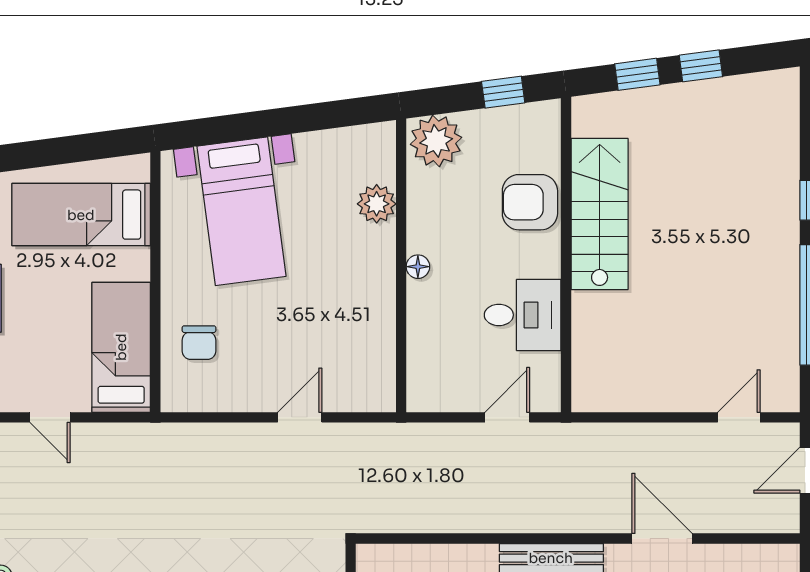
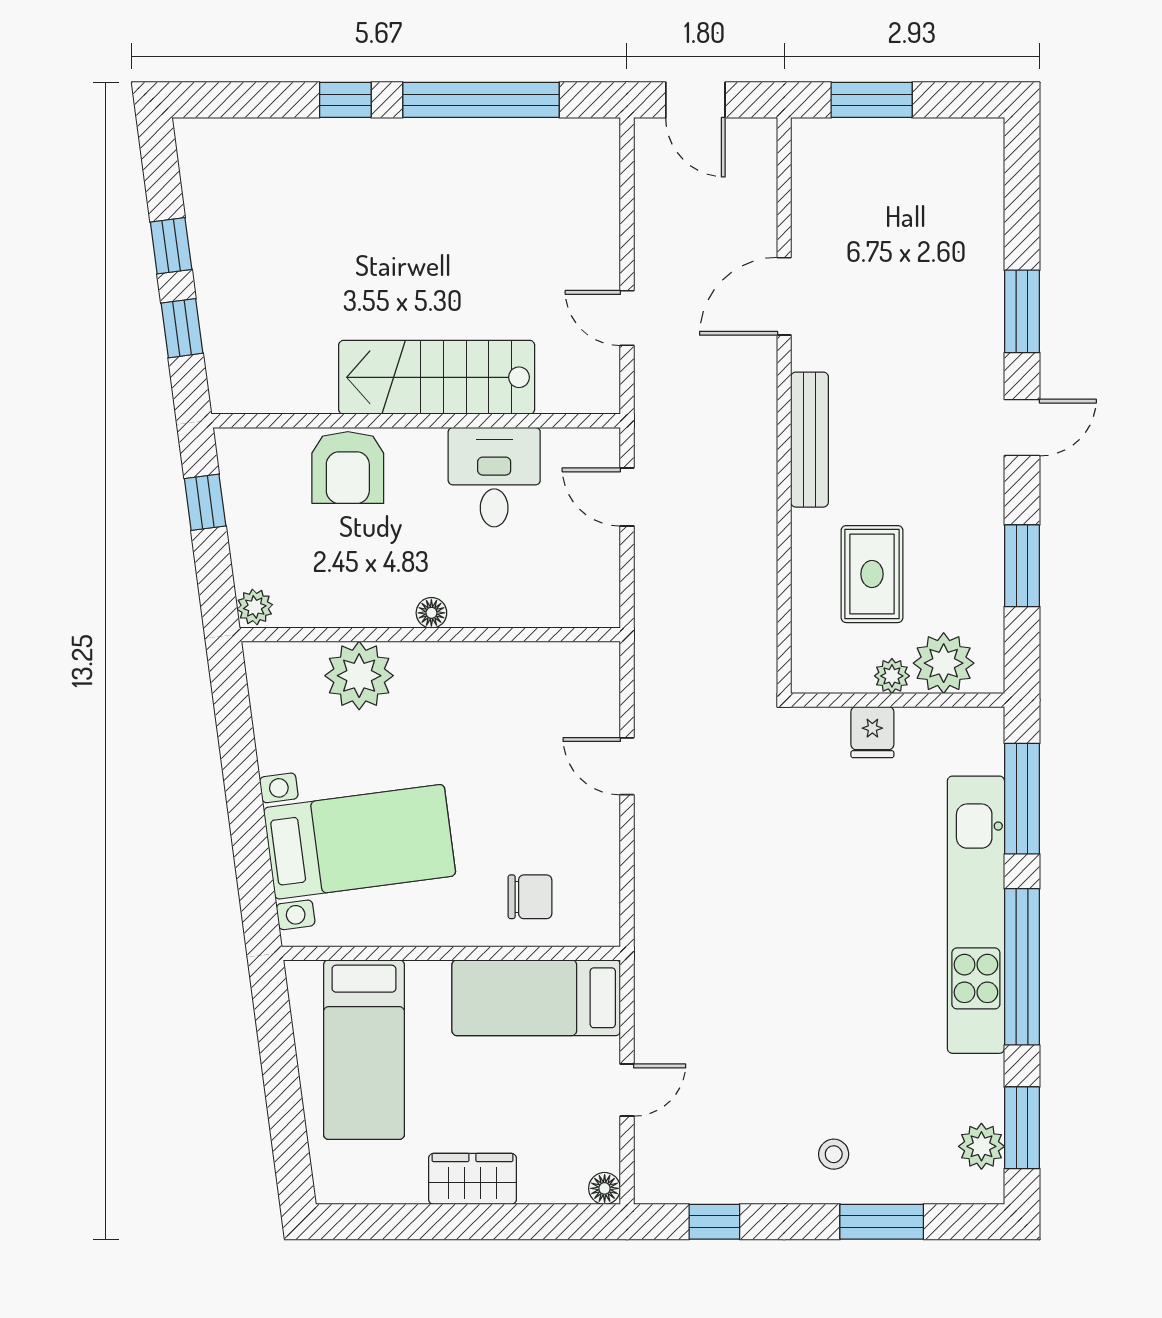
plant: (436, 141) -> (255, 607), width x0.53, depth x0.53
plant: (377, 204) -> (359, 676), width x1.36, depth x1.36
stairs: (600, 214) -> (437, 377), moved
door: (739, 417) -> (627, 318), moved

